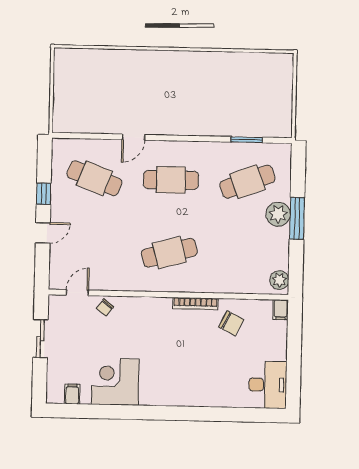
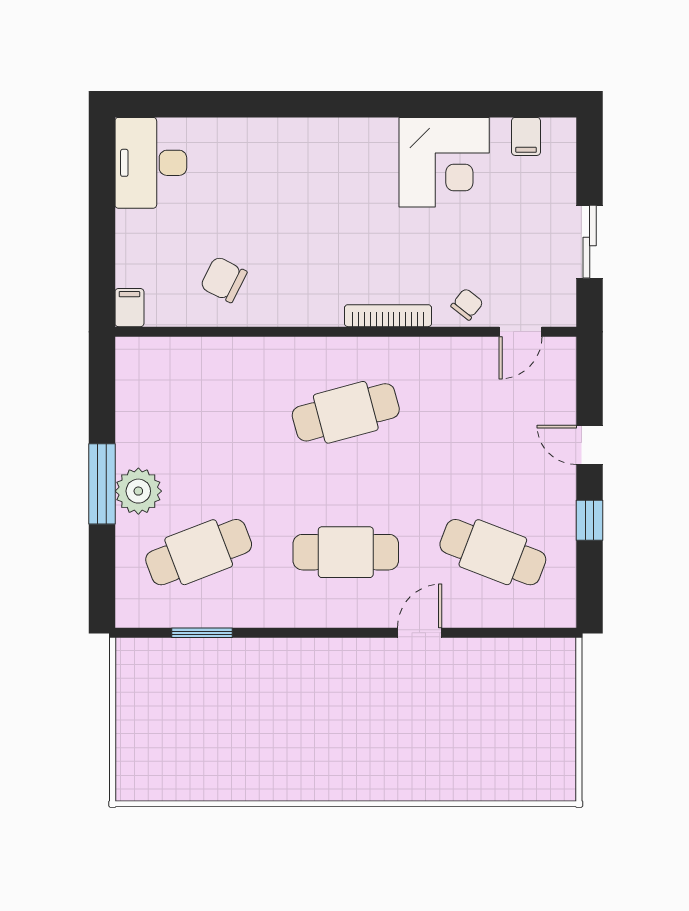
door: (43, 233) -> (590, 445), hinge flipped
plant: (279, 280) -> (133, 365), removed
bookcase: (195, 304) -> (388, 316), moved

